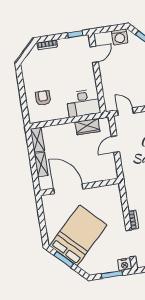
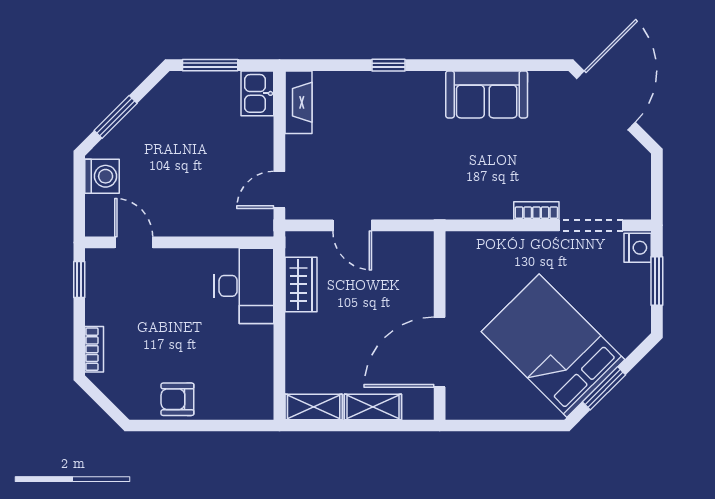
armchair: (43, 98) -> (177, 399), moved

